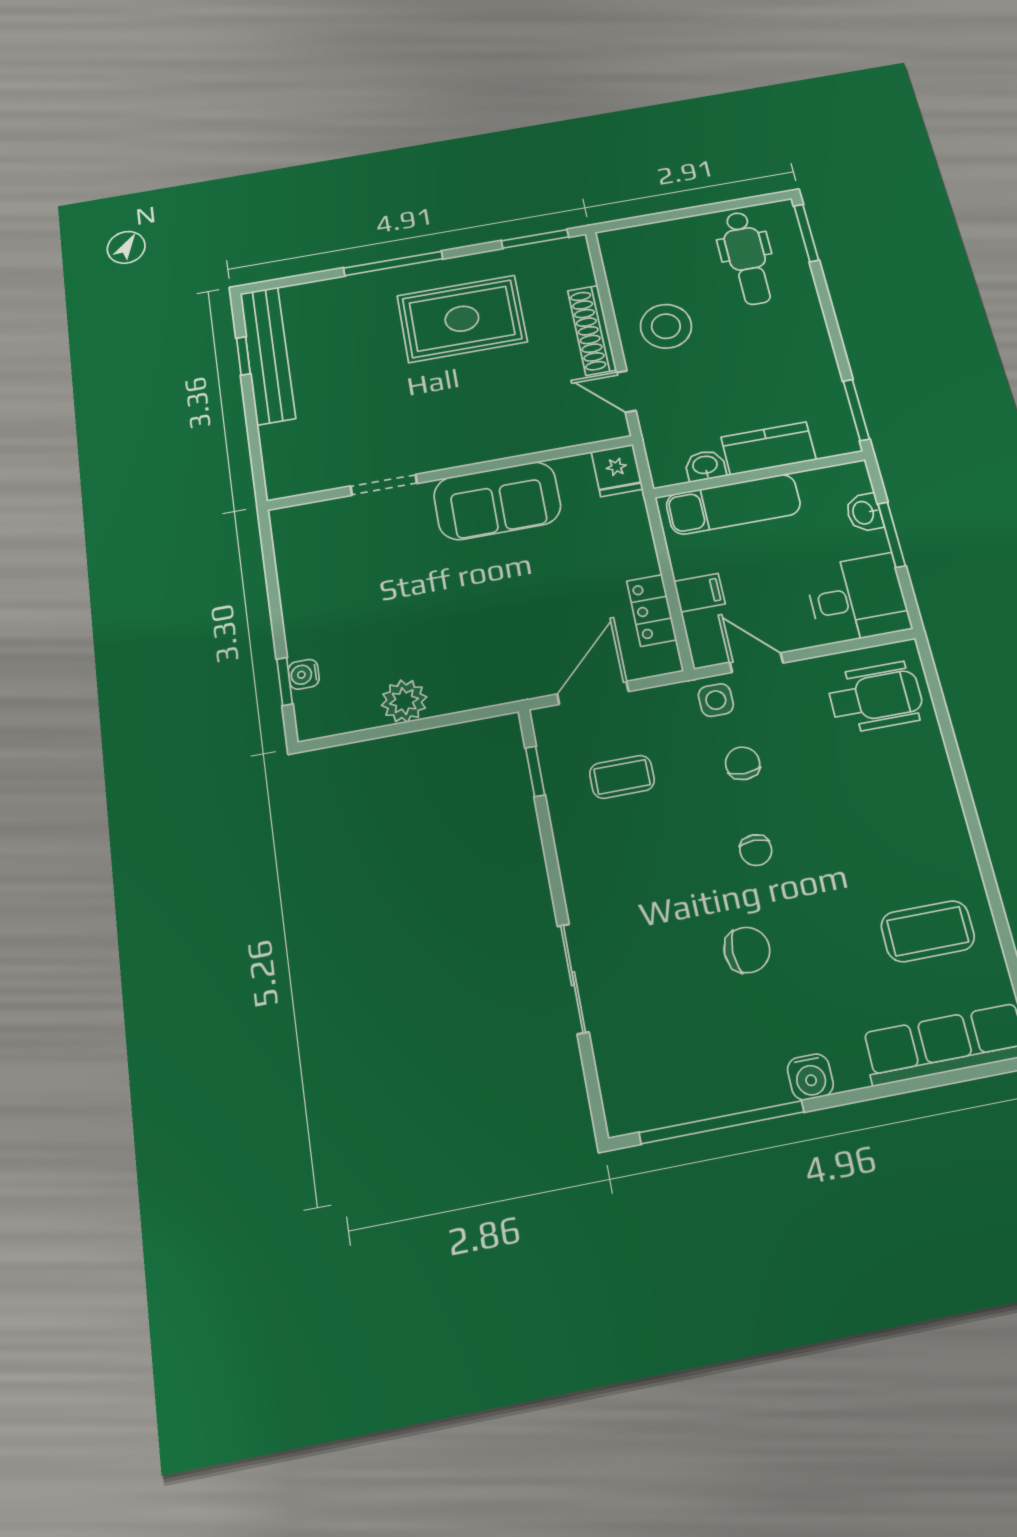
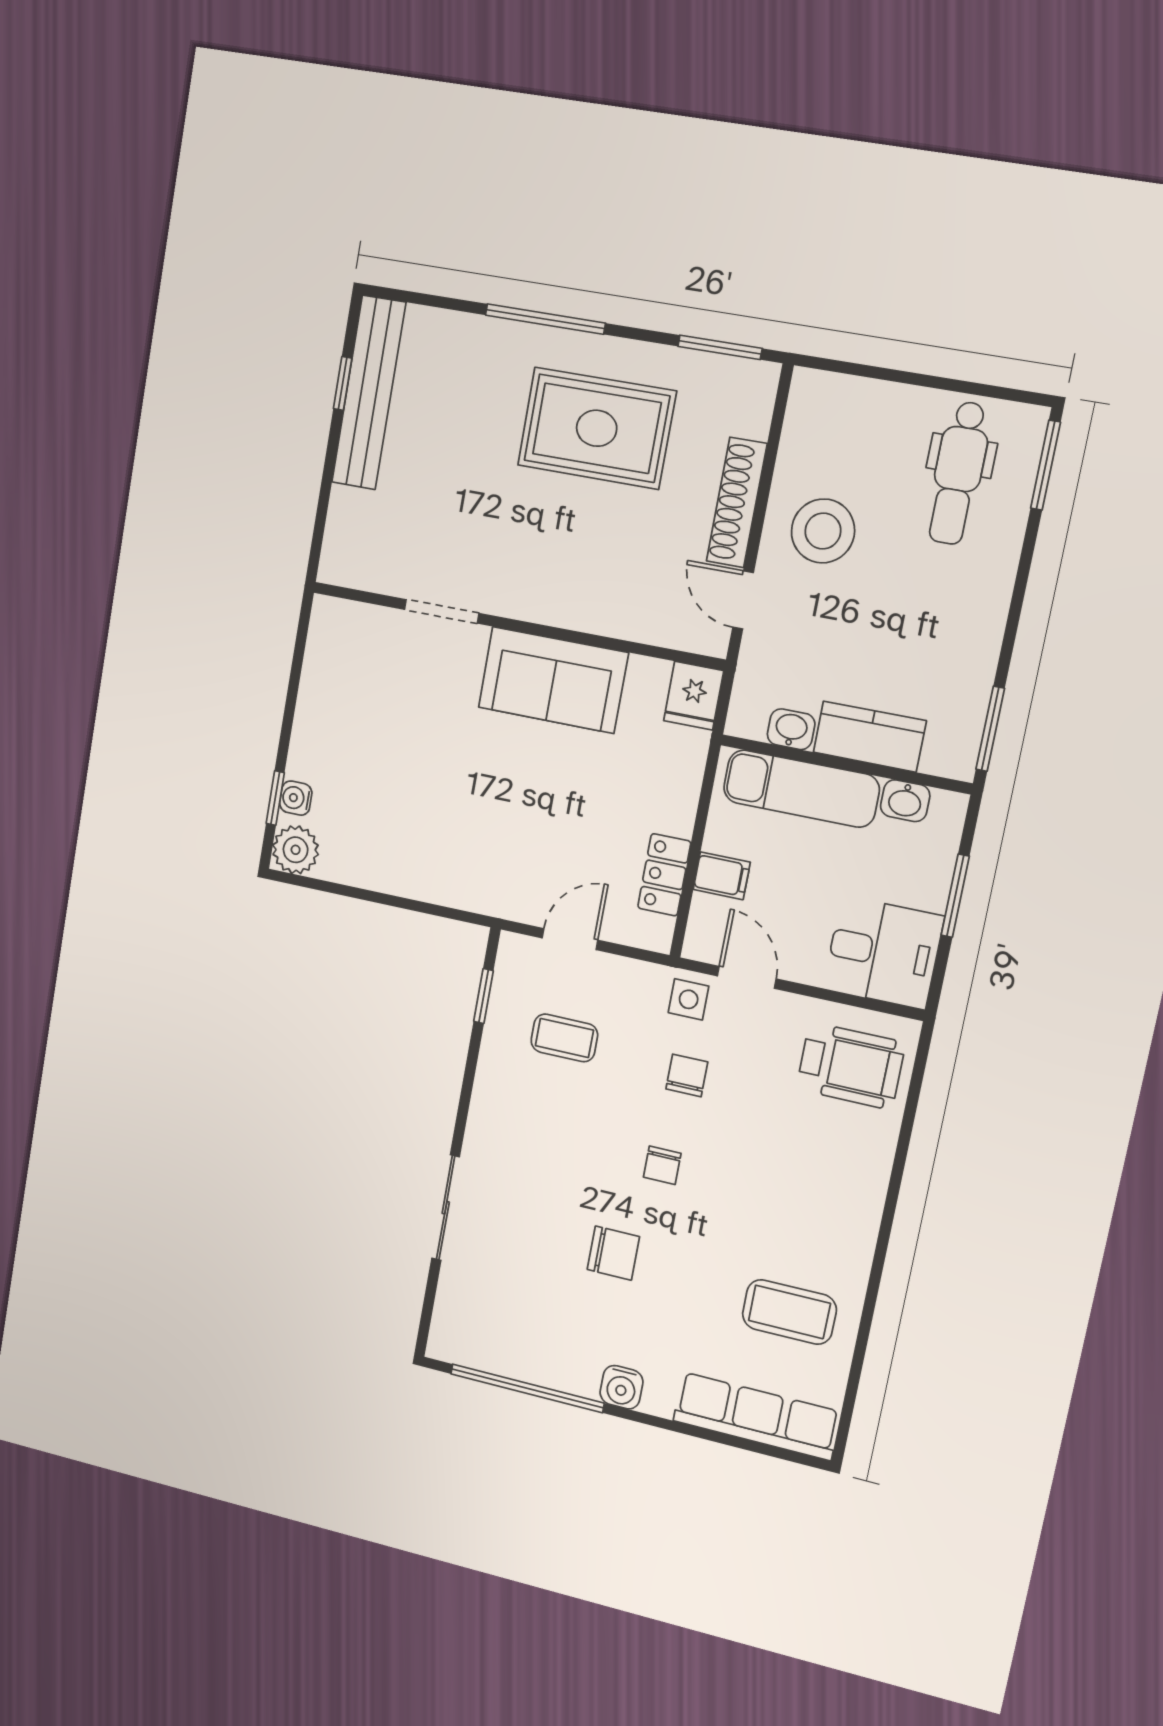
washbasin: (864, 513) -> (905, 801), moved, turned -90
door: (593, 693) -> (570, 939), width x0.73
plant: (404, 701) -> (296, 850), moved

